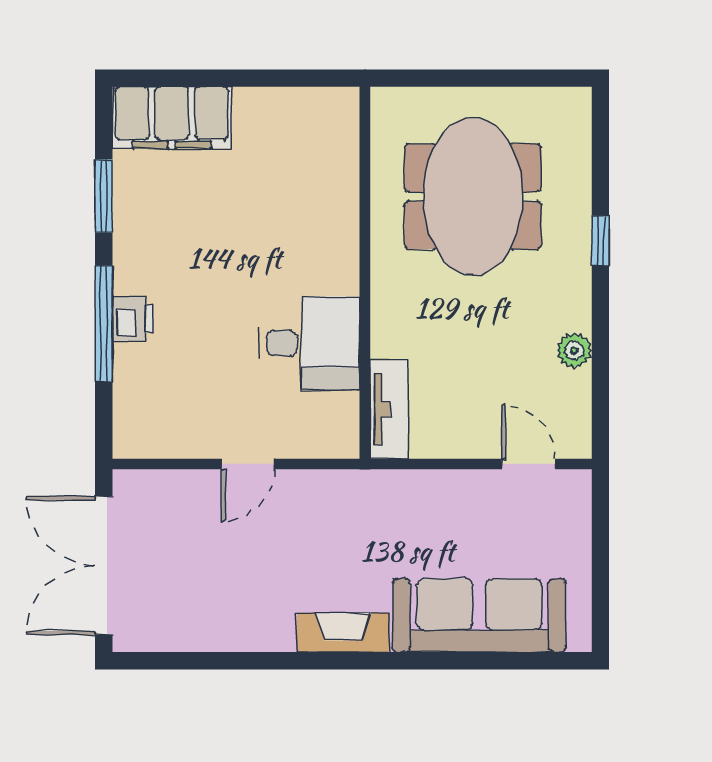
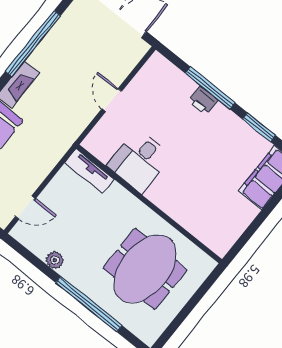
meeting table: (473, 196) -> (145, 269), turned 90
window: (600, 241) -> (89, 304), width x3.17
window: (259, 661) -> (33, 44), added

